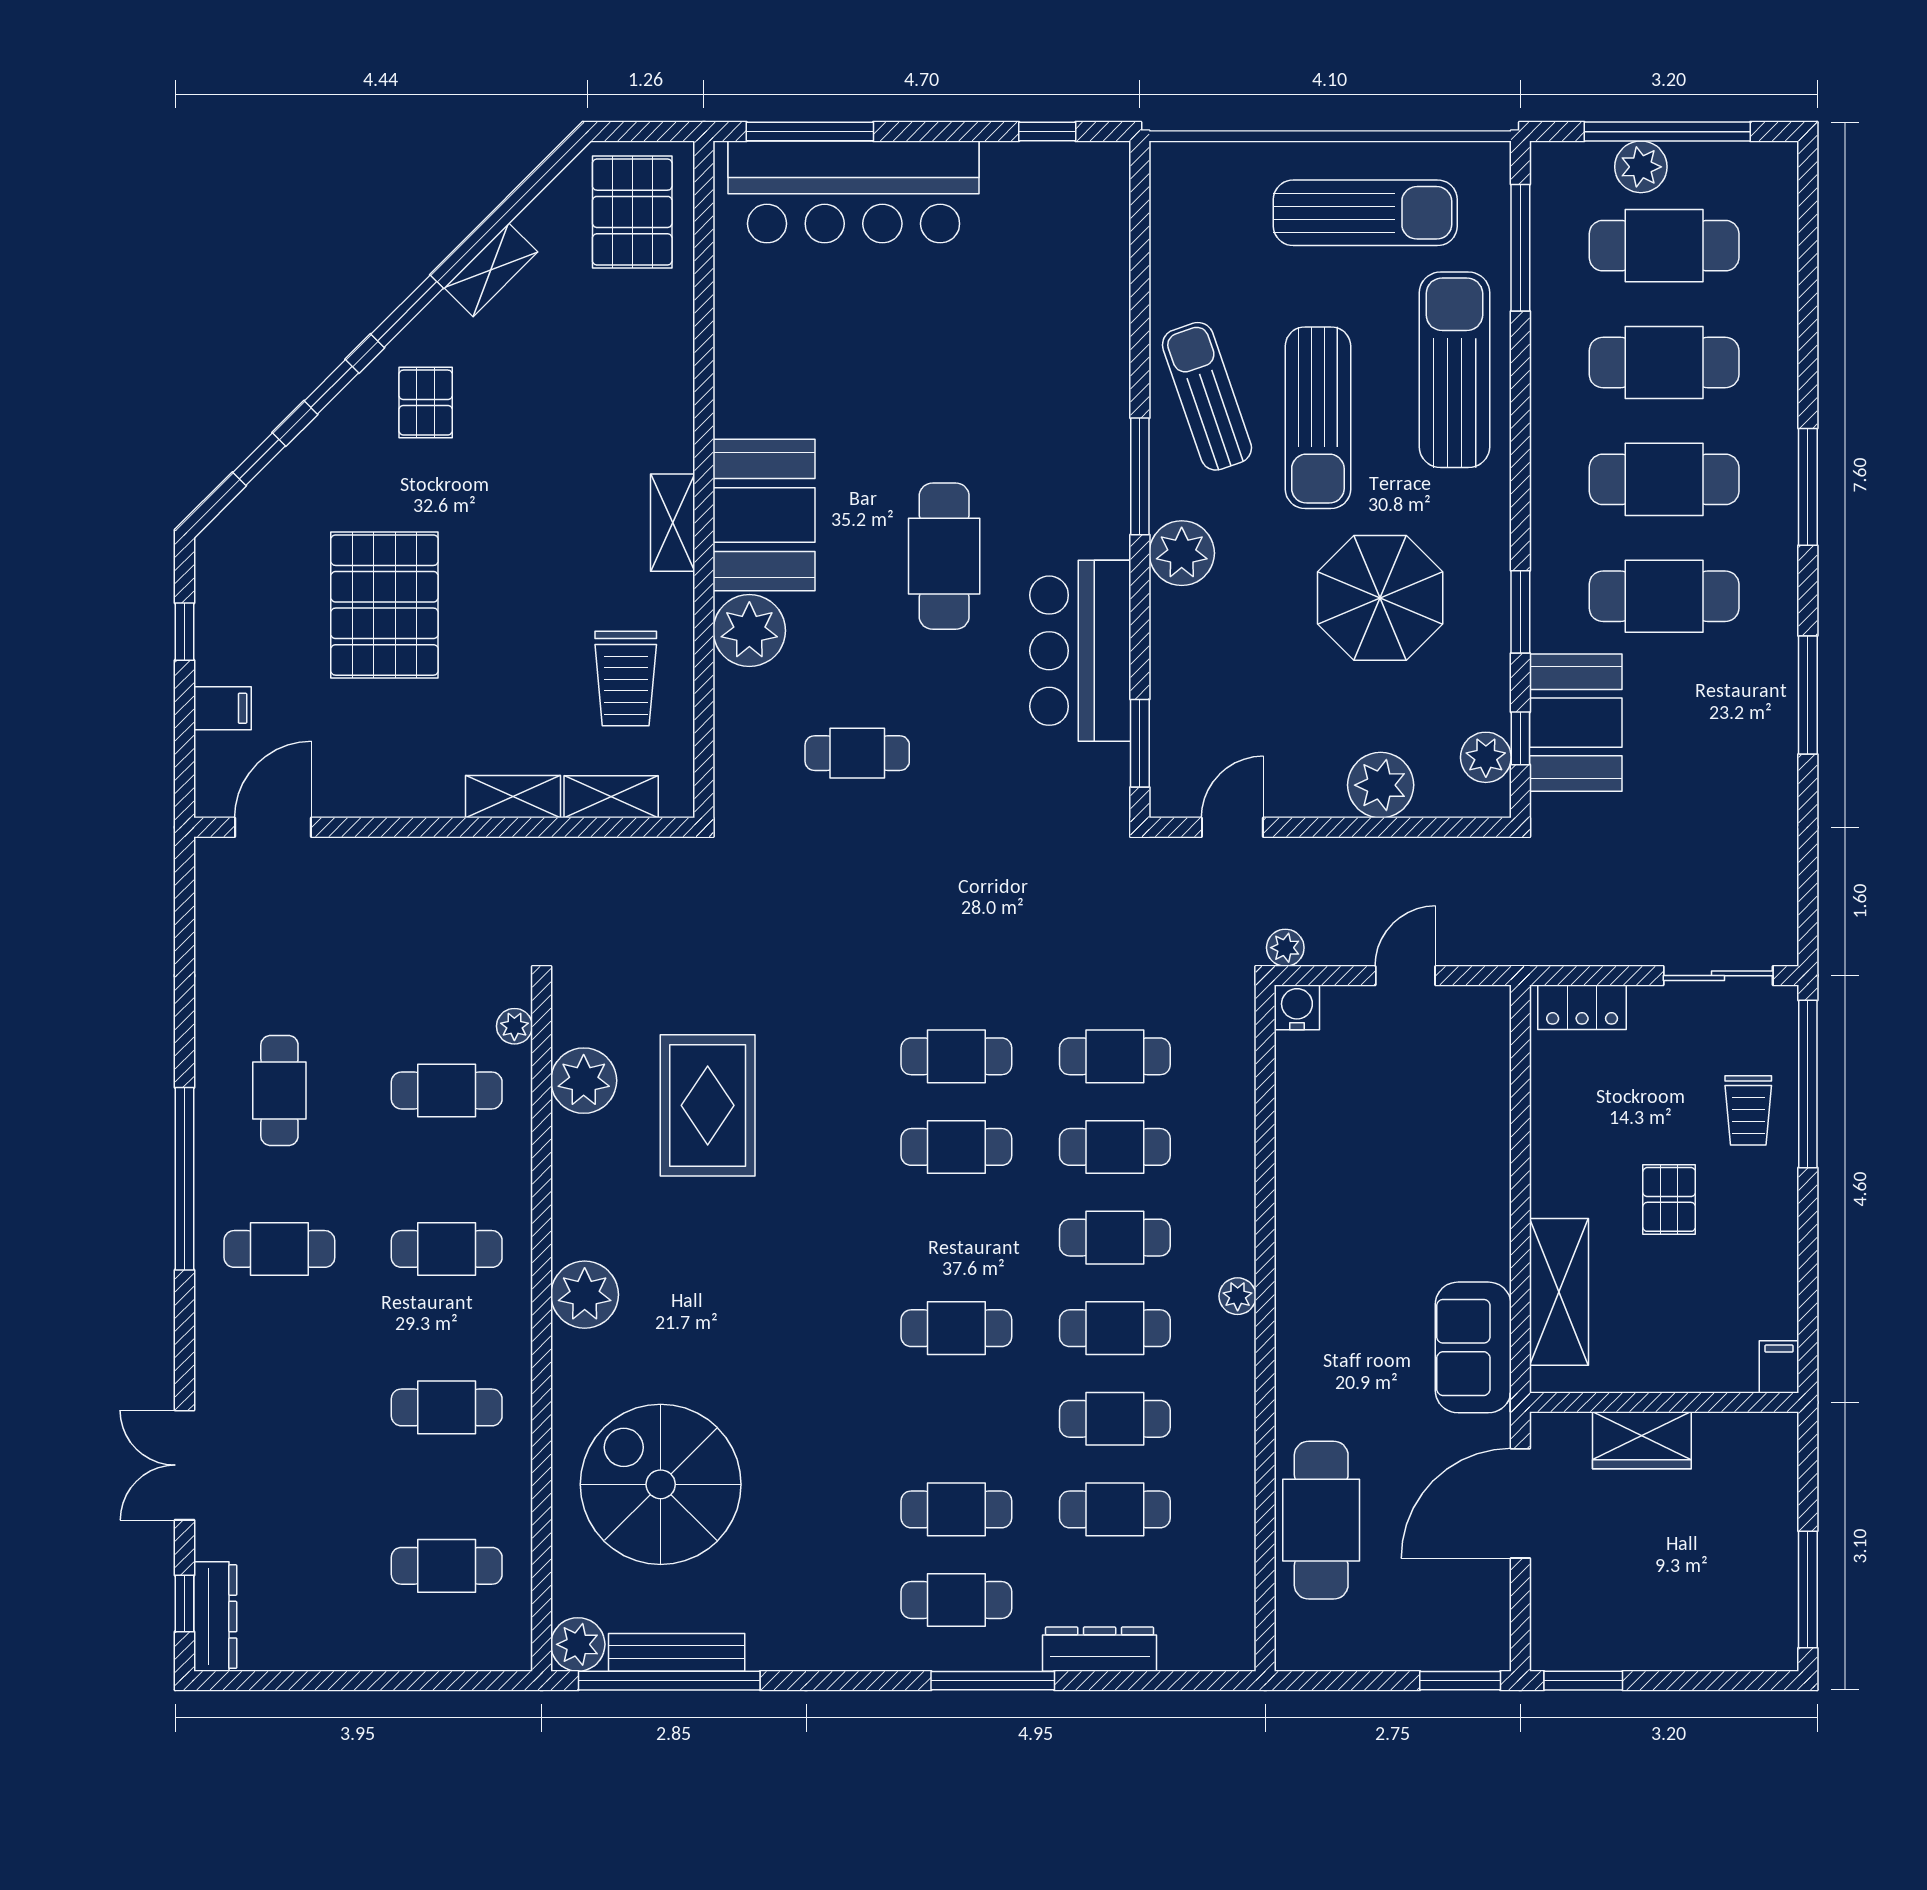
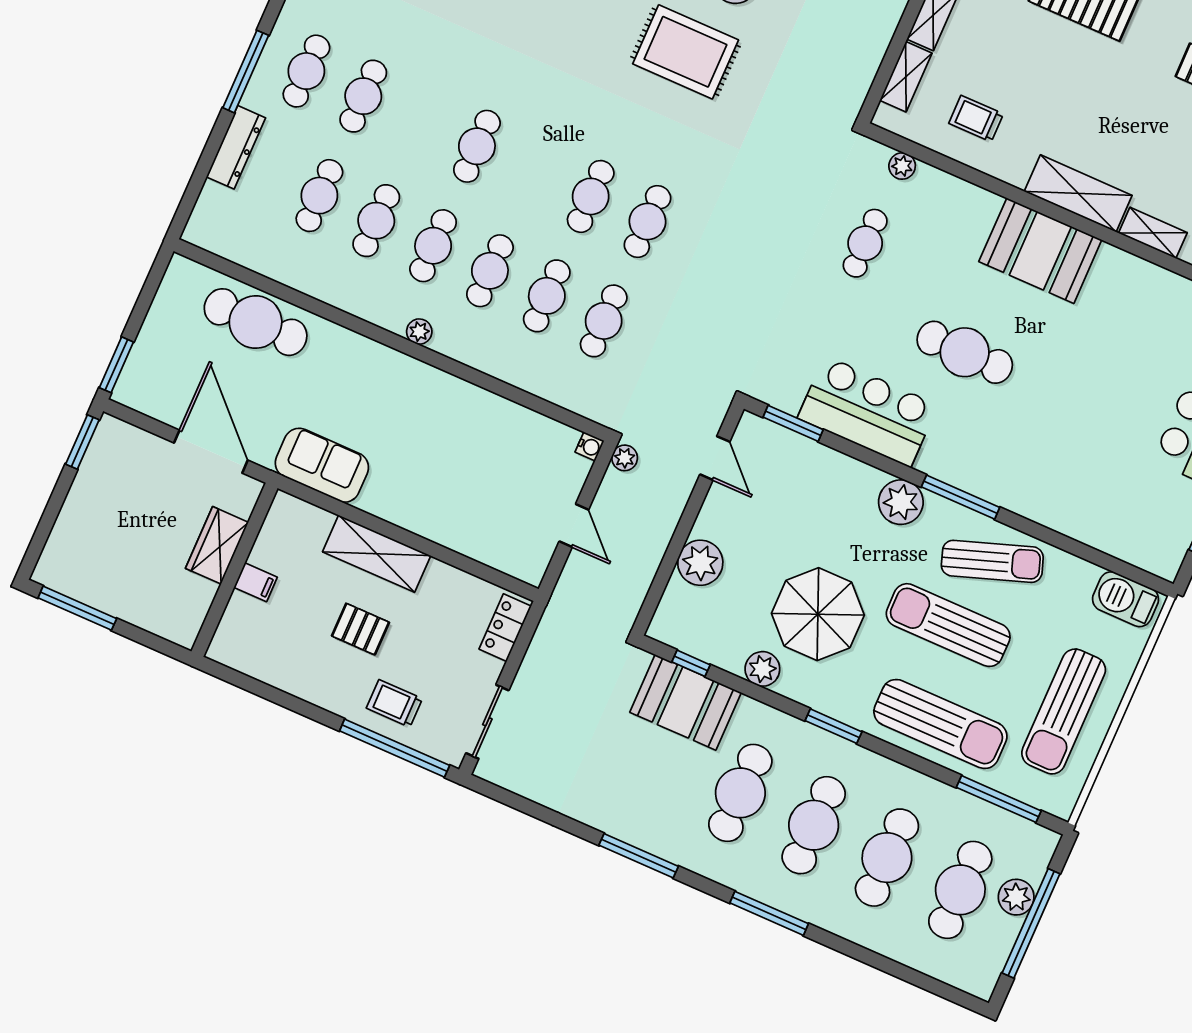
barbecue: (1179, 196) -> (1126, 599), added
shelving: (674, 375) -> (1153, 233), added
shelving: (673, 523) -> (1078, 193), width x1.50, depth x1.33
window: (1520, 612) -> (834, 726), moved
plant: (749, 631) -> (902, 166), moved, width x0.53, depth x0.53
trolley: (626, 679) -> (976, 119), width x0.73, depth x0.72
plant: (1486, 757) -> (762, 669), moved
water cooler: (1297, 1007) -> (590, 447), width x0.72, depth x0.72
shelving: (1559, 1292) -> (377, 554), moved
filing cabinet: (1779, 1367) -> (256, 582), moved

